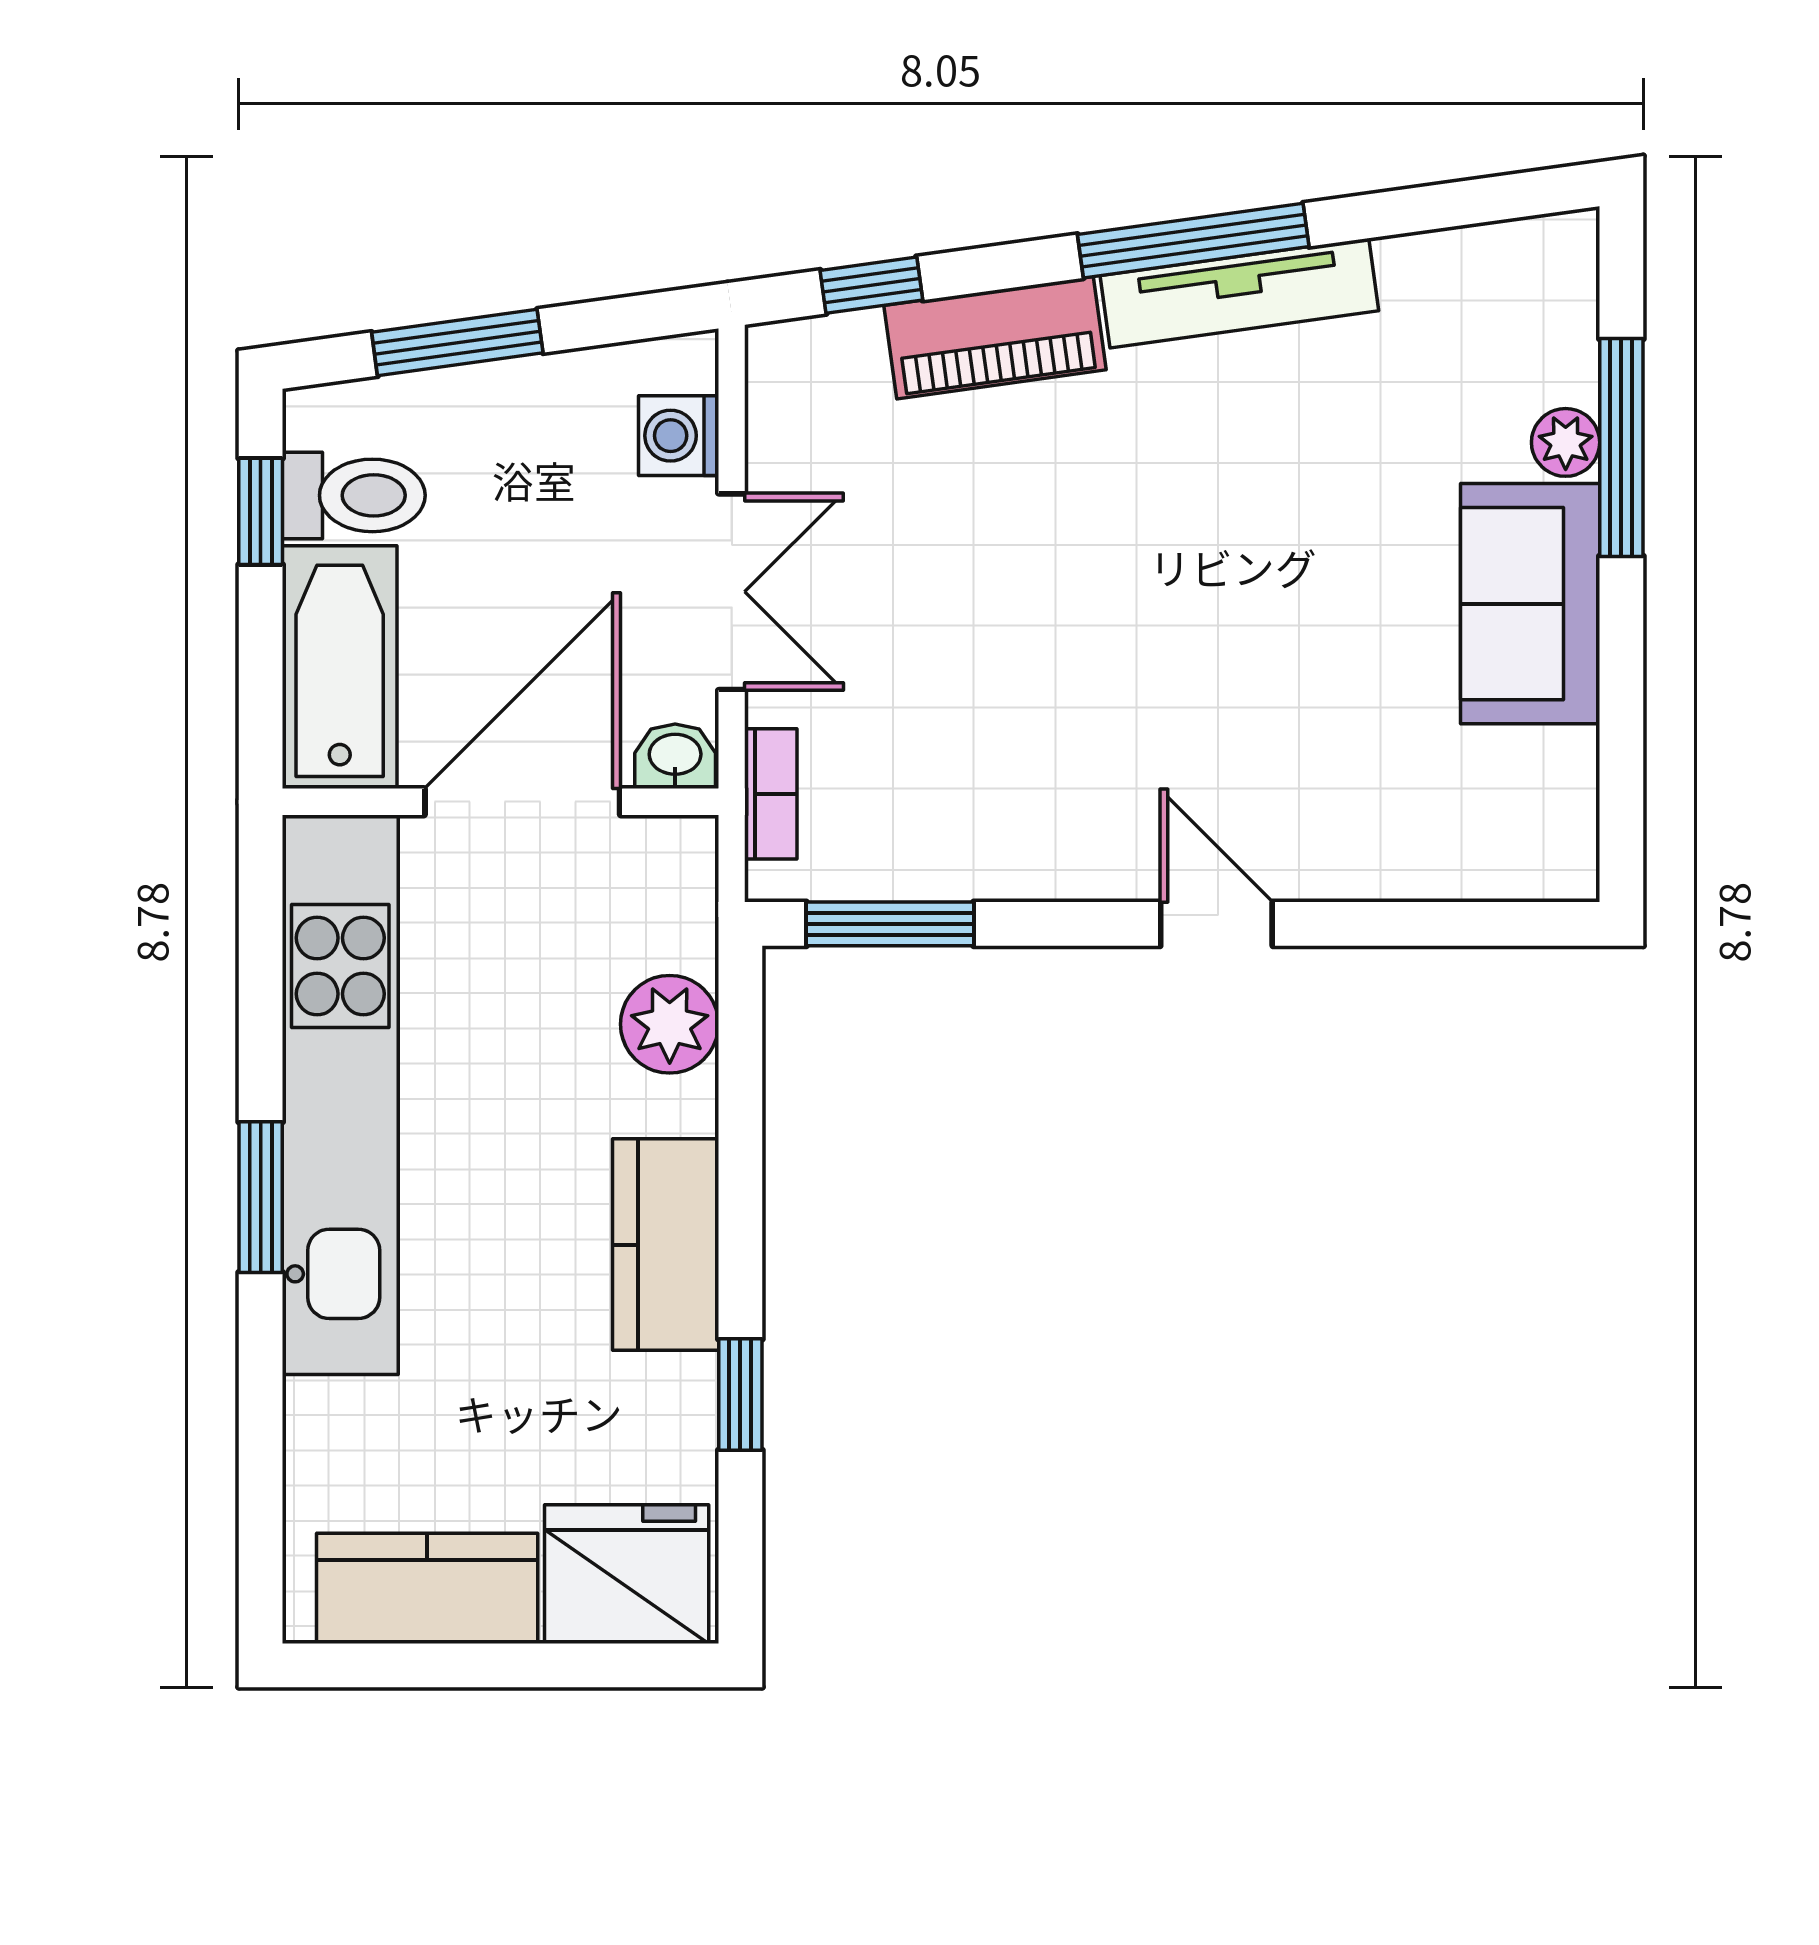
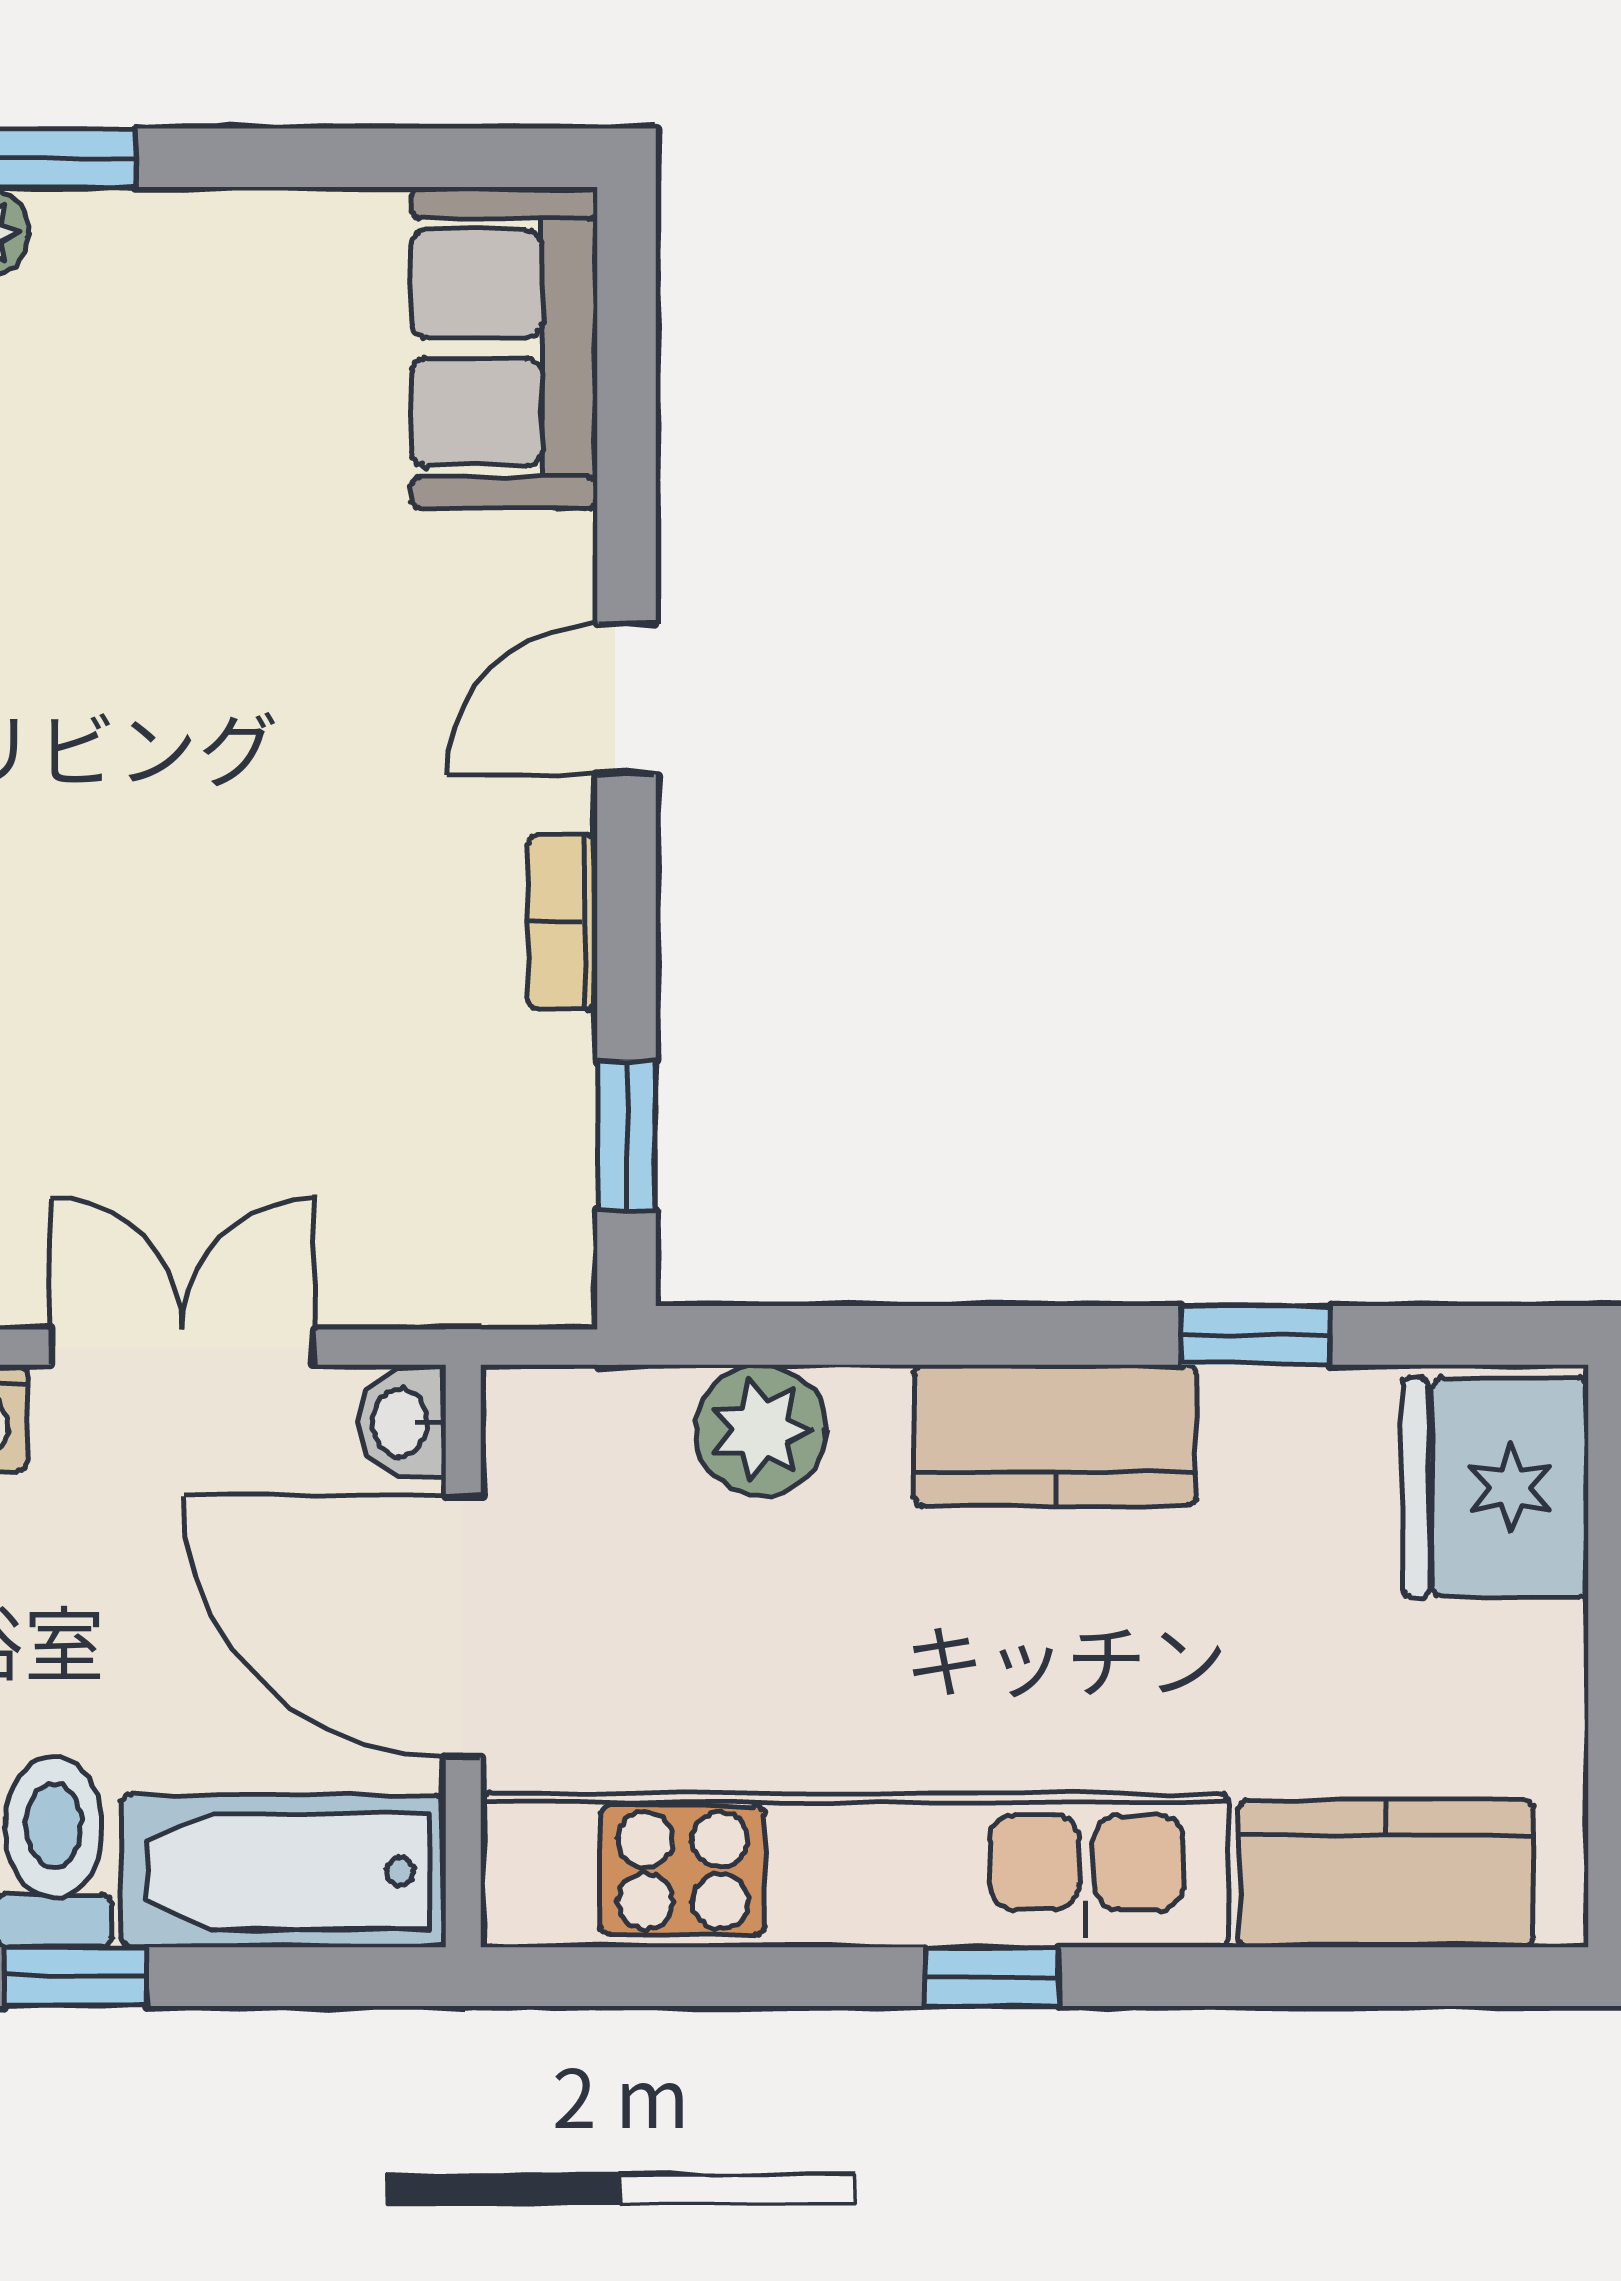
sofa: (1530, 604) -> (504, 348), moved, turned 90
bookcase: (771, 794) -> (562, 922), moved, turned -90
window: (890, 924) -> (626, 1135), width x0.67
window: (261, 1197) -> (992, 1977), width x0.67
kitchen counter: (427, 1588) -> (1386, 1874), moved, turned 90

